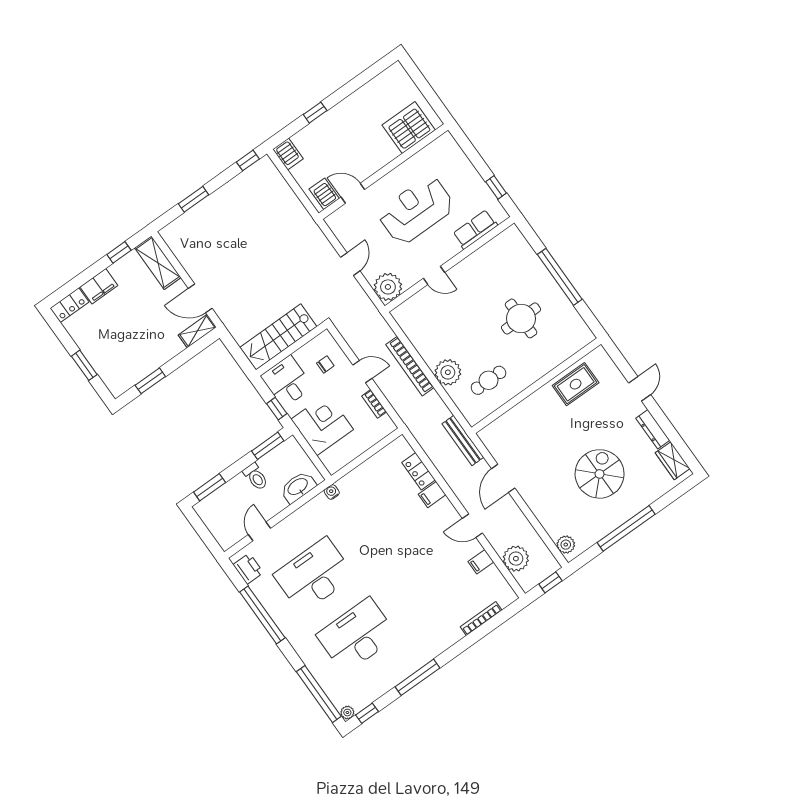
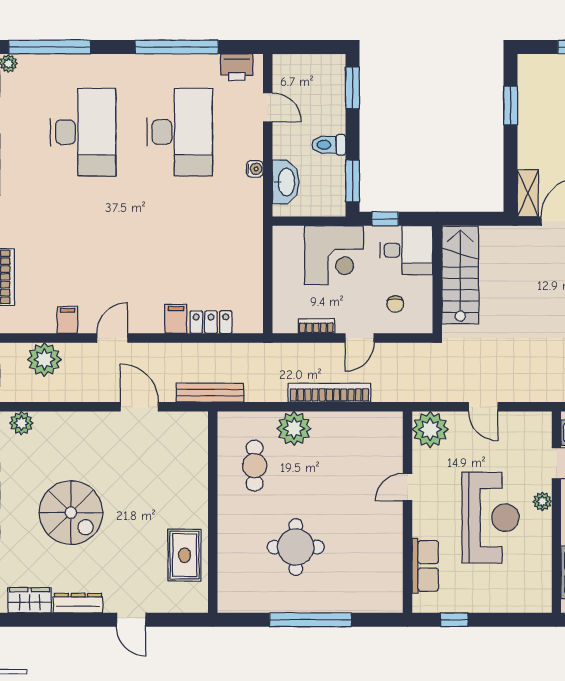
plant: (383, 185) -> (542, 501), added
water cooler: (332, 492) -> (255, 169), moved

